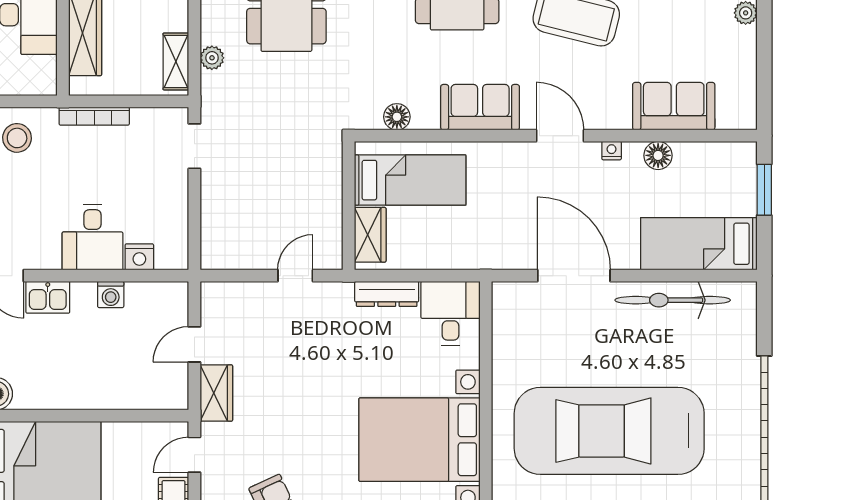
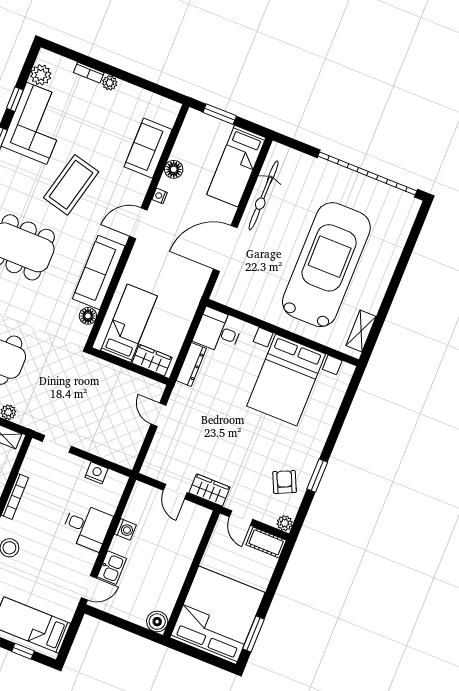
sofa: (480, 107) -> (99, 272), width x1.36
nightstand: (139, 257) -> (97, 473), moved, turned -90
car: (609, 431) -> (326, 265), turned 180

